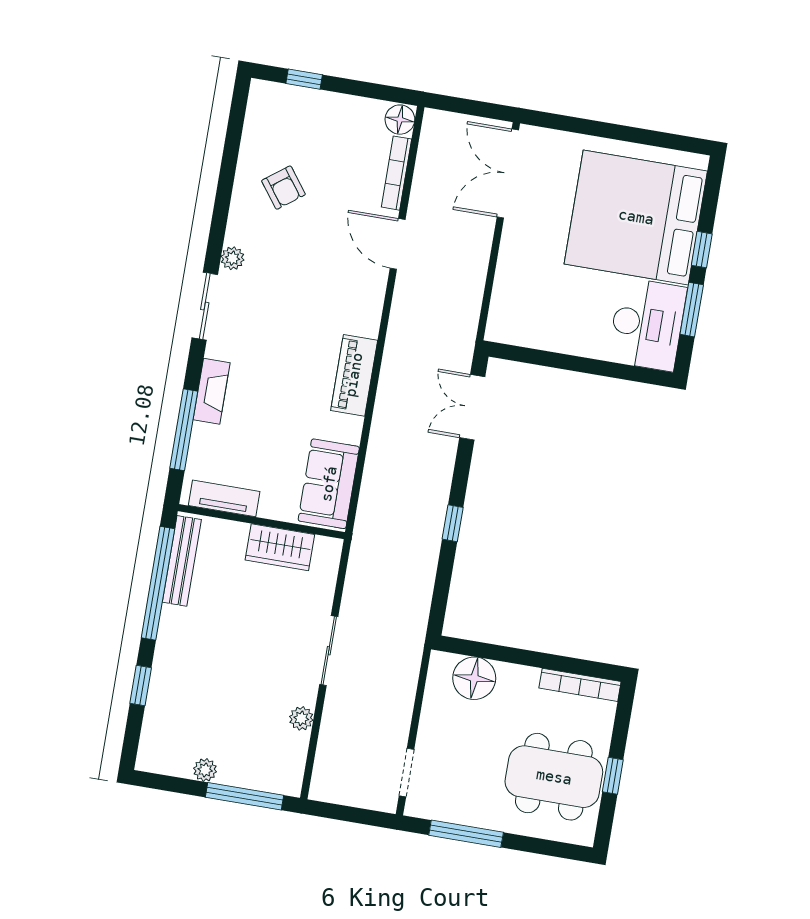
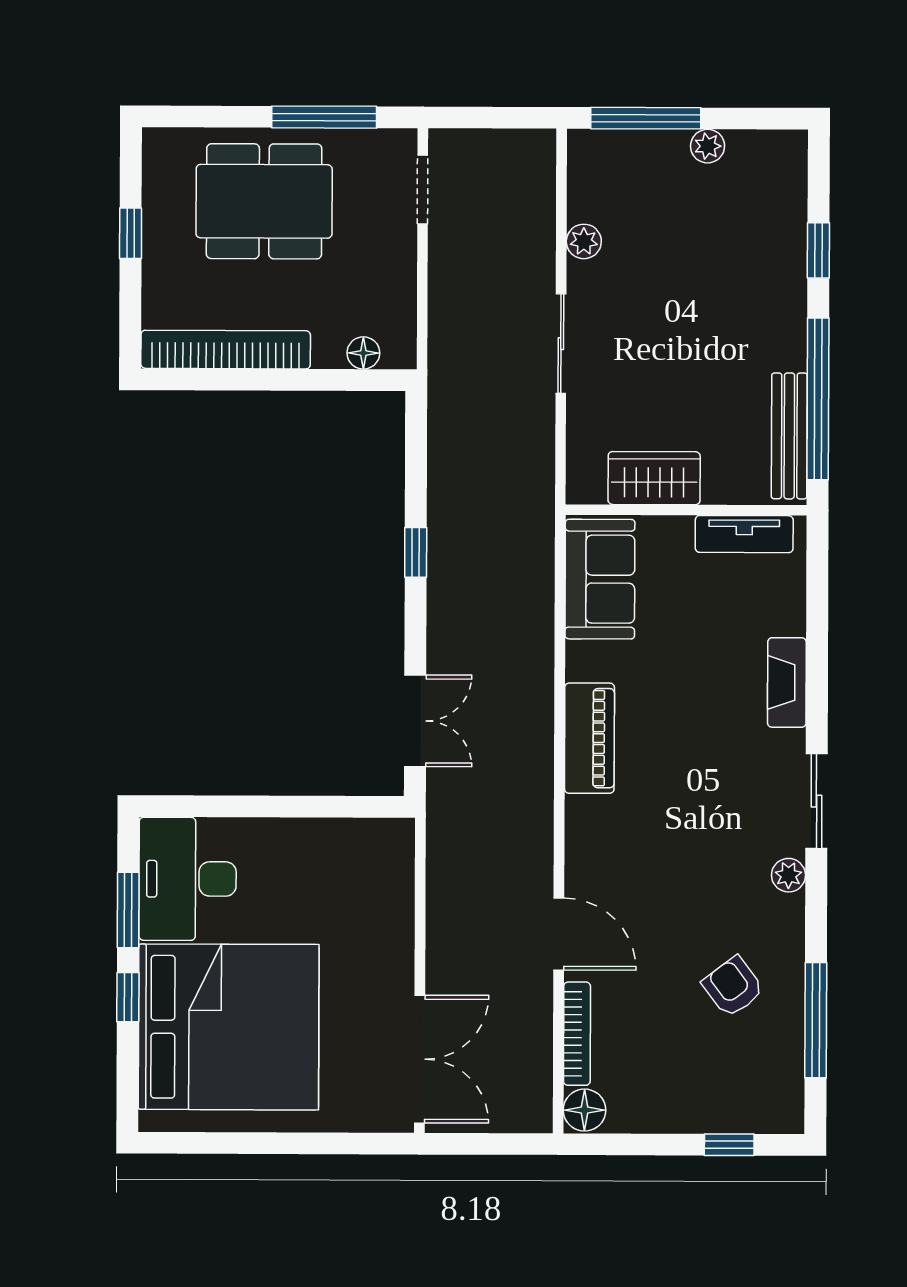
window: (184, 430) -> (816, 1020), moved
floor lamp: (474, 678) -> (363, 353), width x0.53, depth x0.53
bookcase: (580, 685) -> (226, 350), width x1.48, depth x1.31
dining table: (554, 777) -> (264, 201), moved

